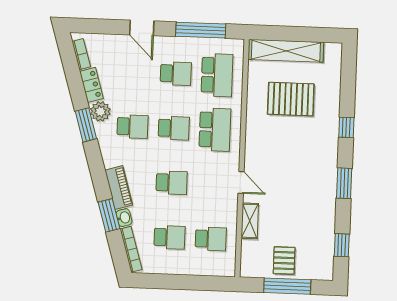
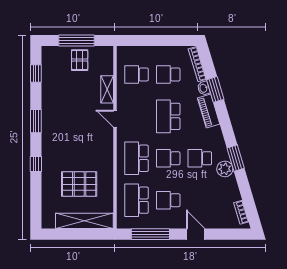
locker: (91, 85) -> (233, 189), removed
school desk: (172, 183) -> (168, 116), width x1.85

